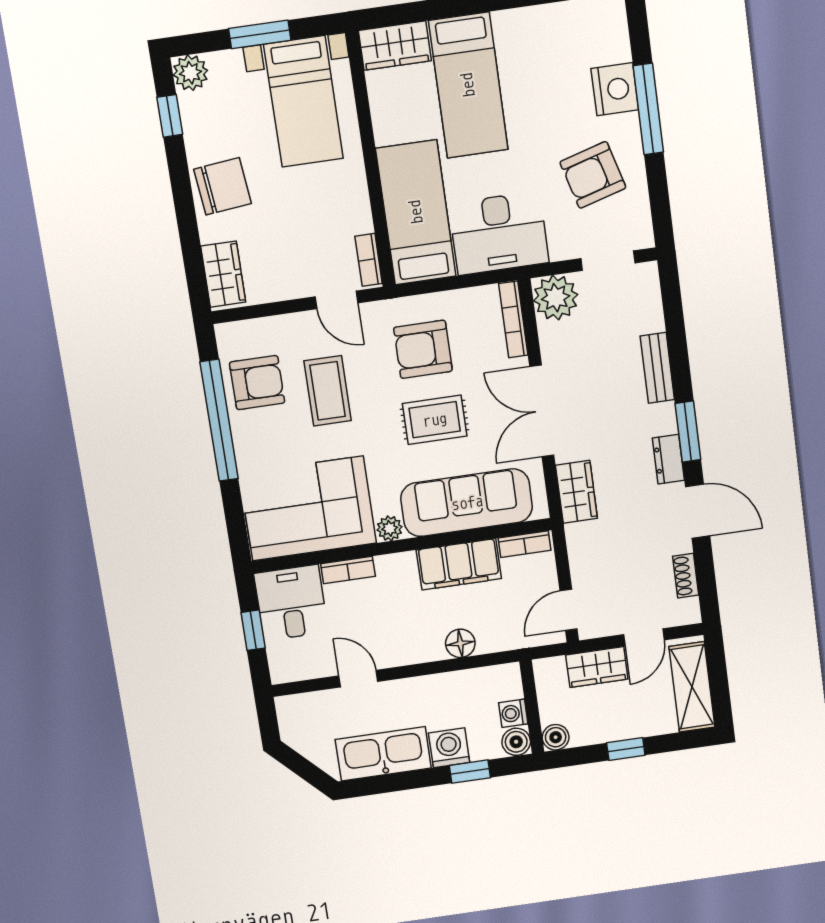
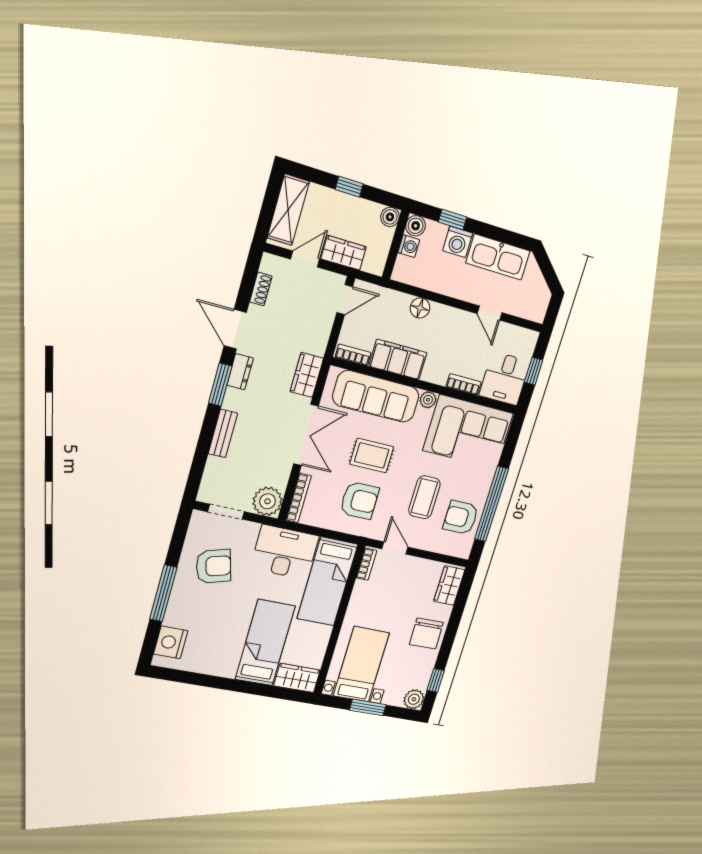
nightstand: (615, 89) -> (171, 642), moved
chair: (223, 186) -> (426, 633), turned -85

